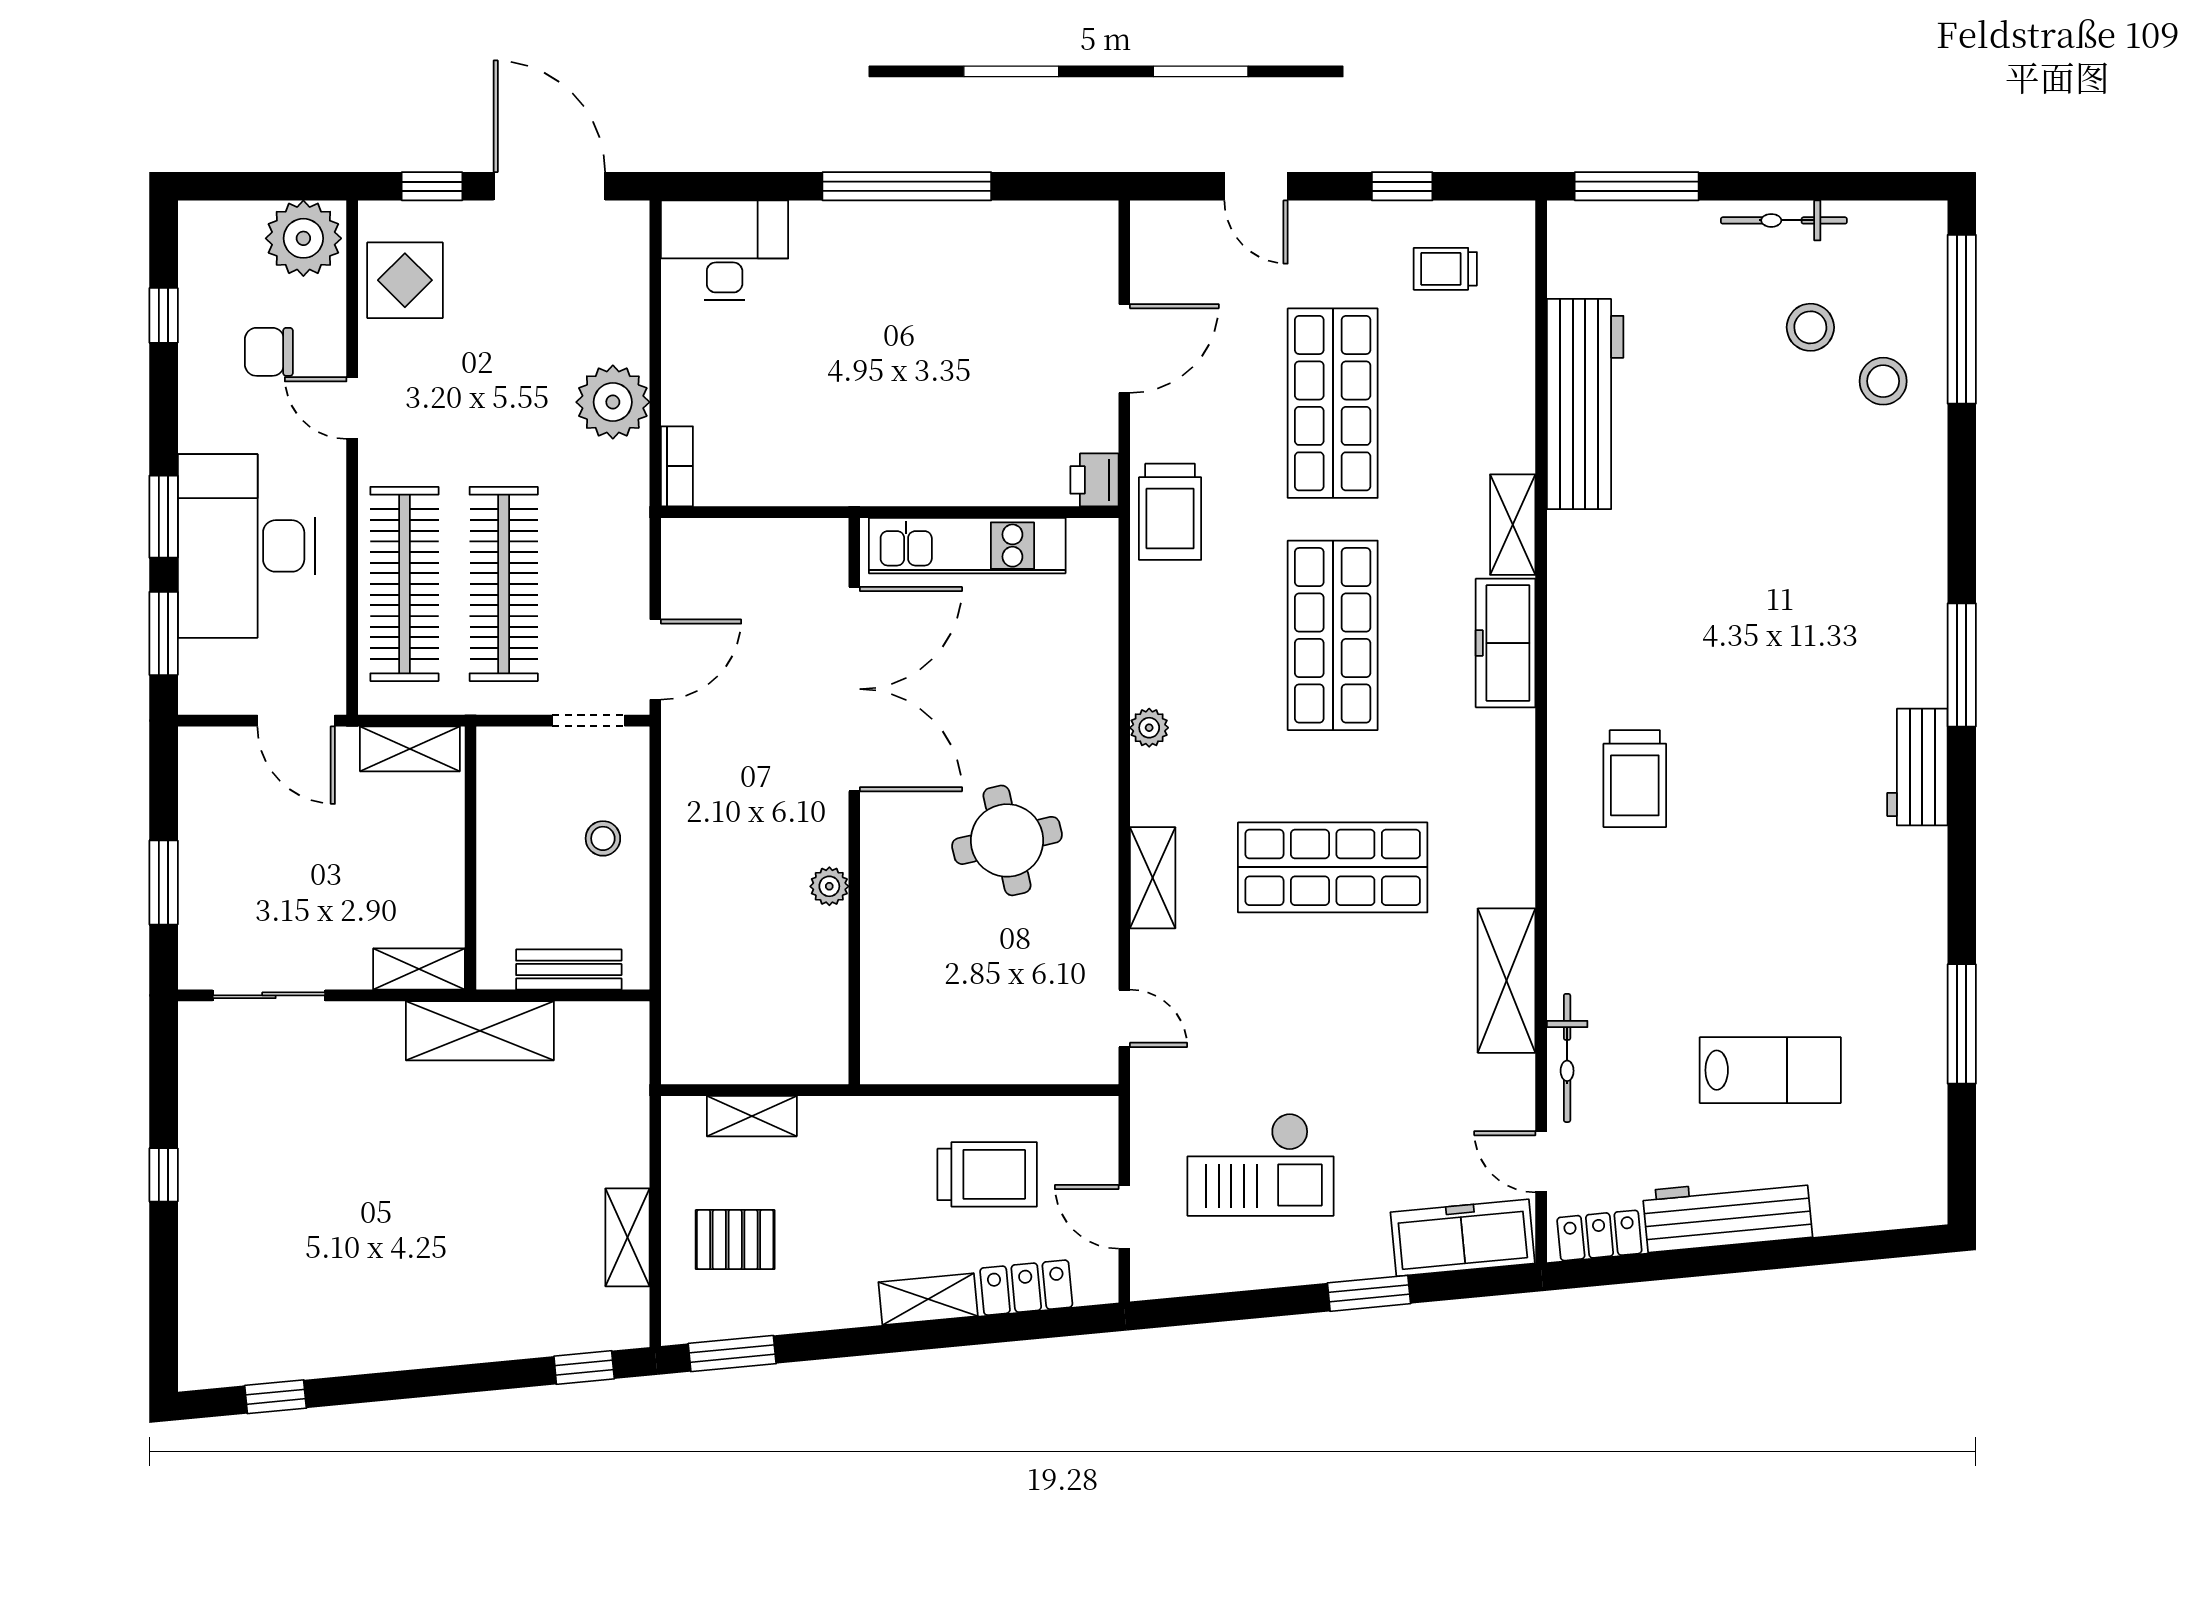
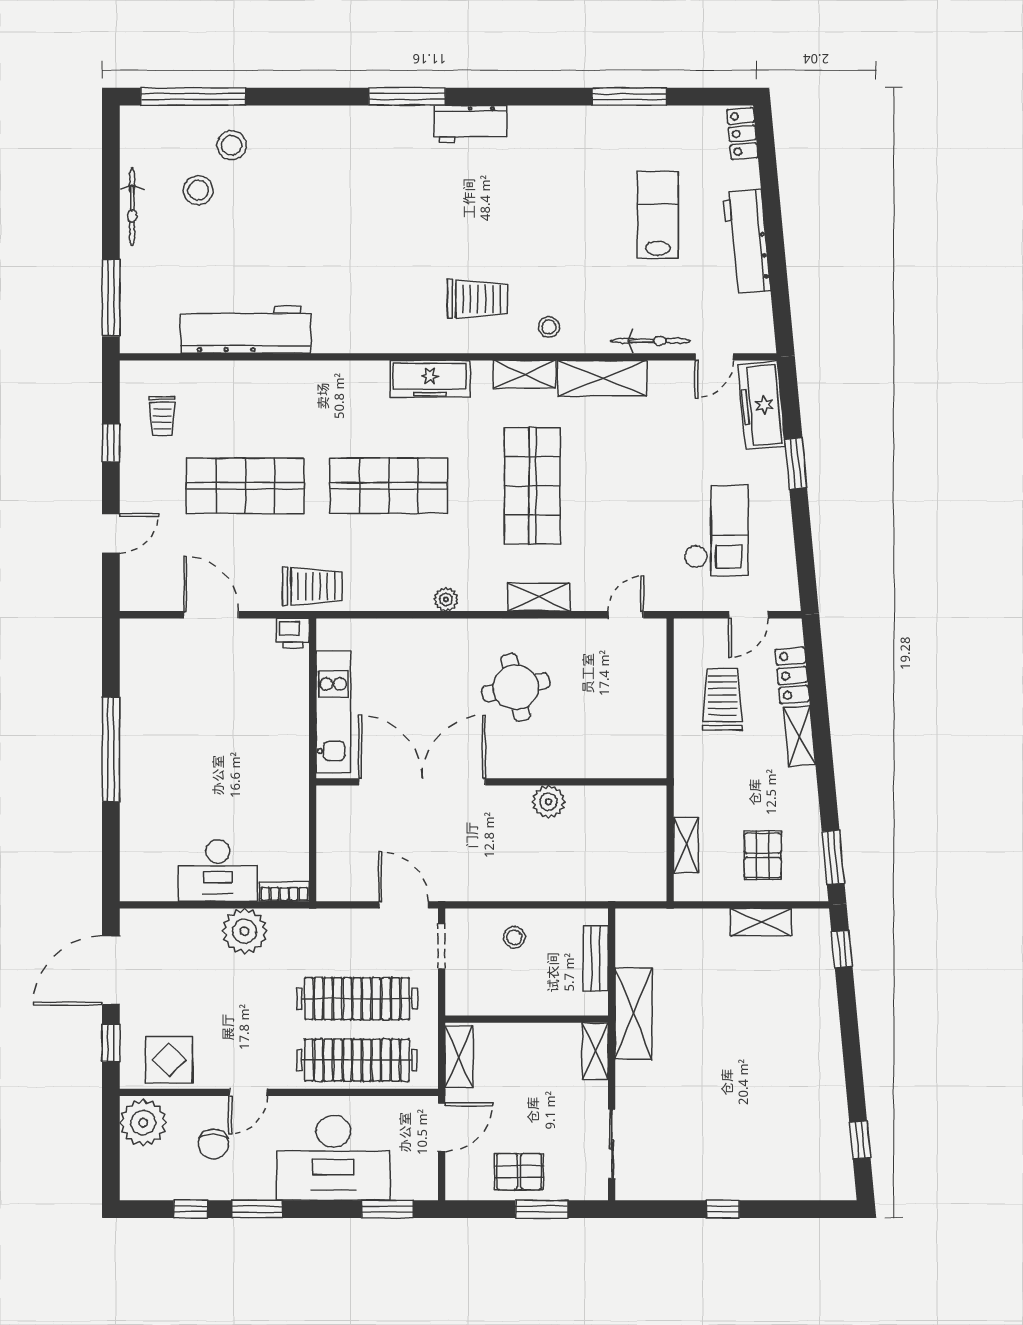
desk: (725, 250) -> (218, 870), moved, turned -90
window: (164, 517) -> (257, 1209), moved
shelving: (1513, 525) -> (524, 374), moved
freezer: (1506, 643) -> (430, 379), moved
pallet: (224, 846) -> (519, 1172), added
plant: (829, 886) -> (549, 802), width x1.38, depth x1.38
stool: (1589, 894) -> (549, 327), added
locker: (1599, 1235) -> (742, 133), moved

